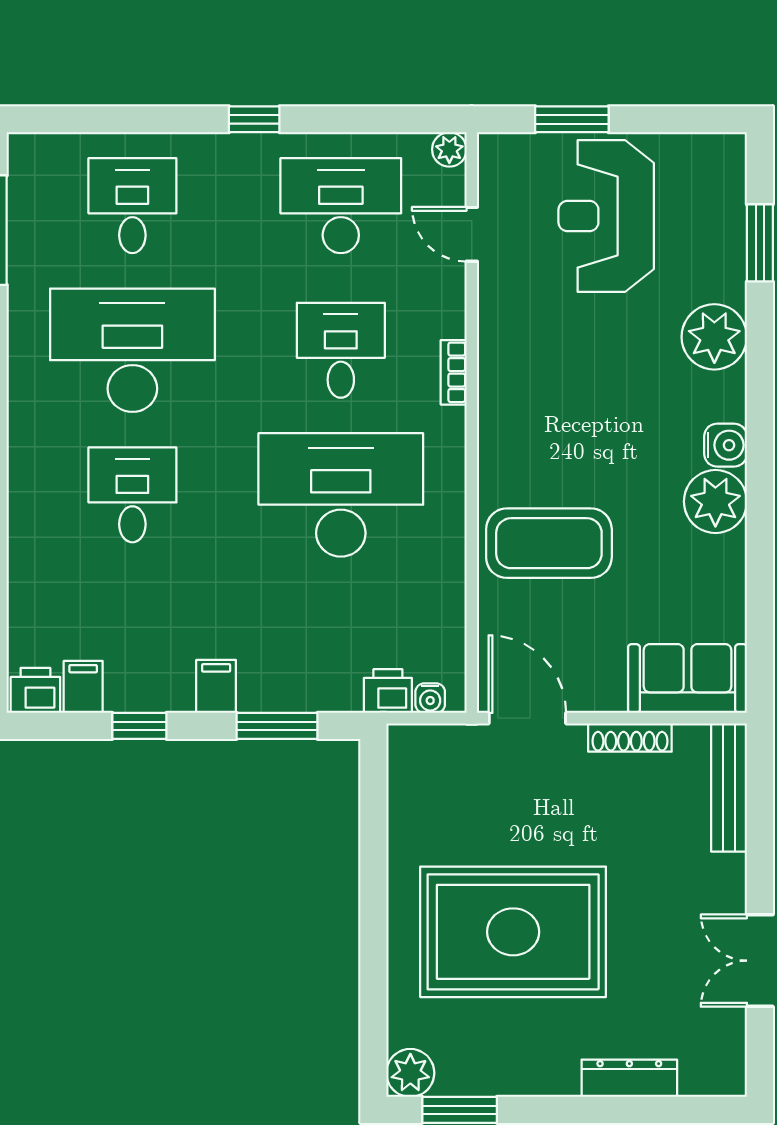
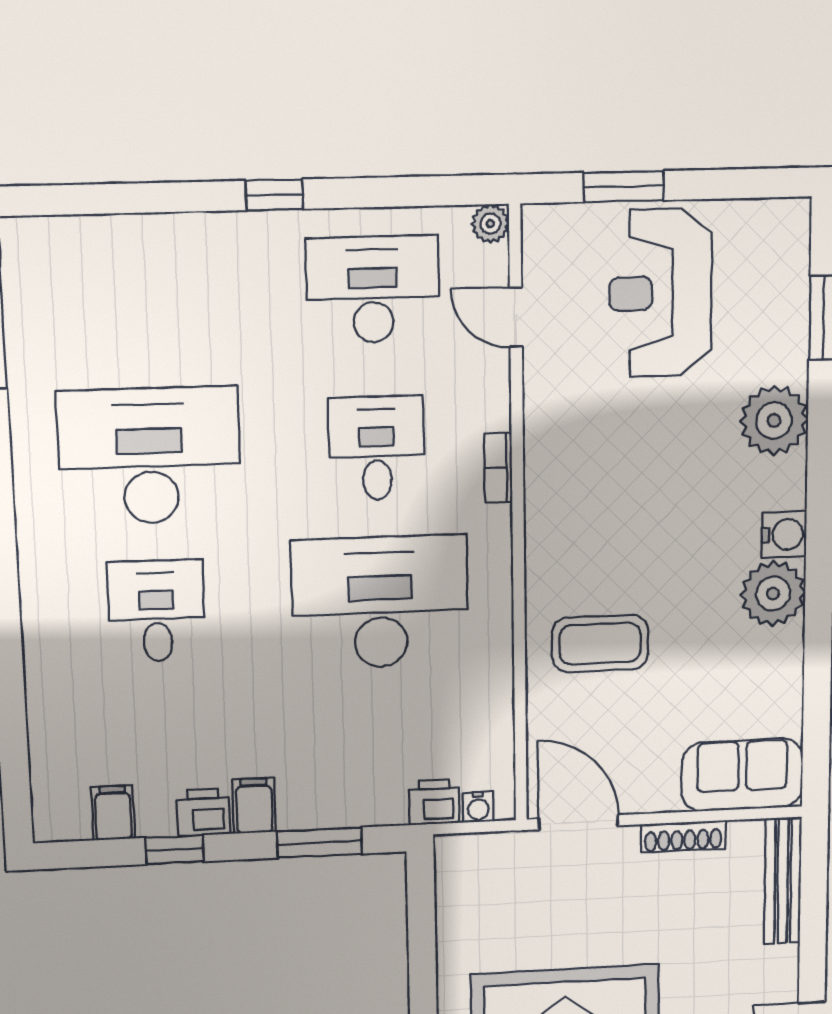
desk: (132, 206) -> (142, 296), removed
coffee table: (549, 543) -> (600, 644), width x0.73, depth x0.76
printer: (35, 690) -> (203, 812), moved

